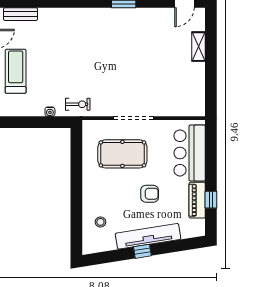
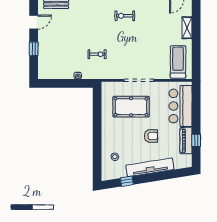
exercise bike: (114, 30) -> (125, 16), added
treadmill: (16, 71) -> (178, 62), moved
exercise bike: (78, 104) -> (97, 54), moved
window: (142, 251) -> (127, 181), moved

